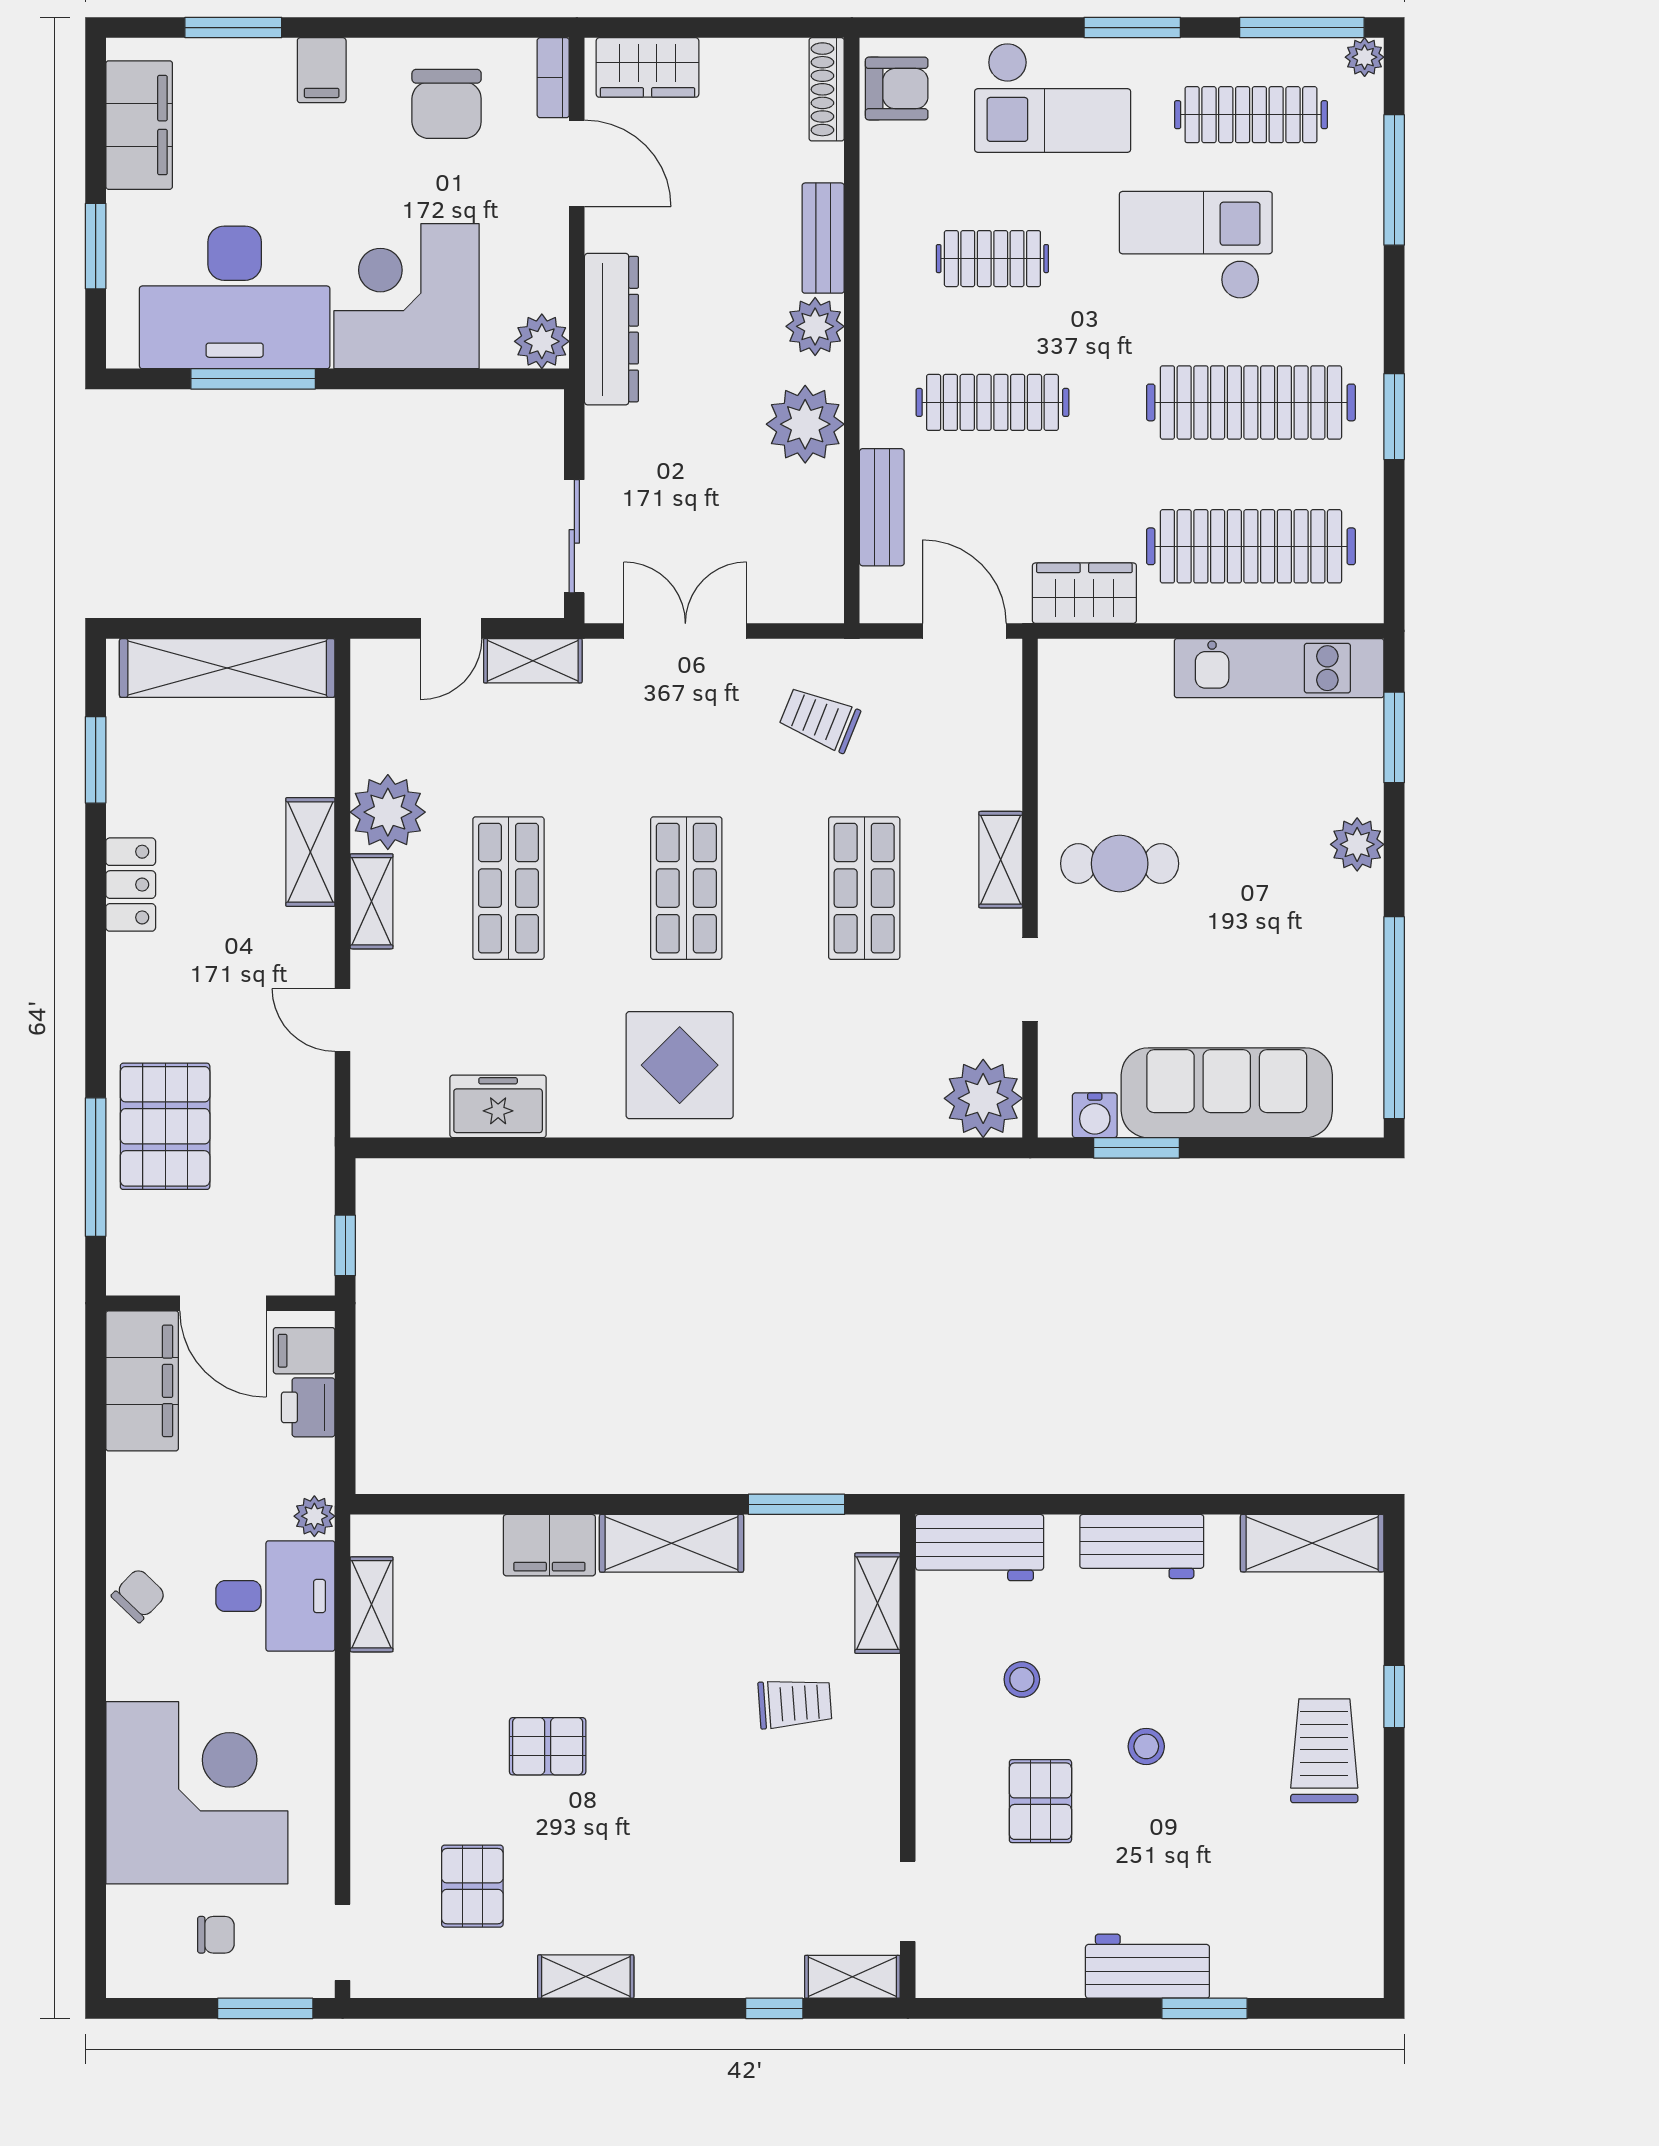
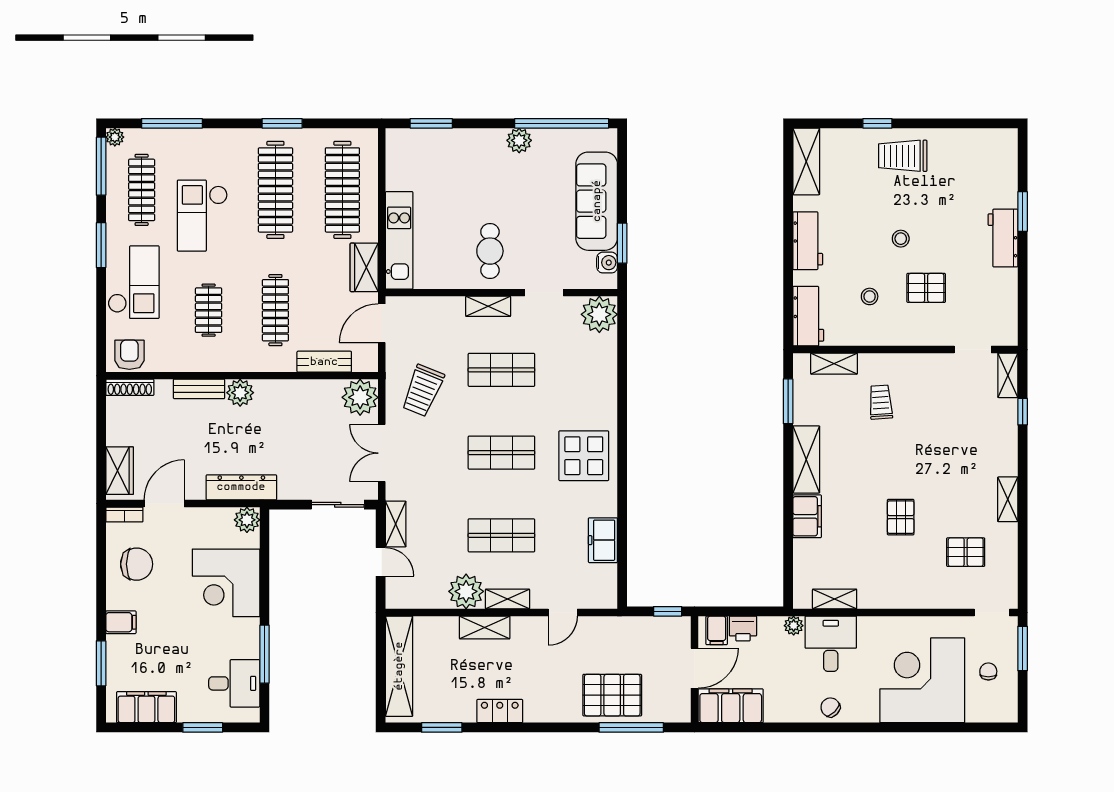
desk: (235, 297) -> (234, 683), width x0.53, depth x0.77
plant: (805, 424) -> (360, 397), moved
kitchen unit: (1279, 668) -> (399, 240), moved
trolley: (820, 719) -> (423, 391), width x1.36, depth x1.39
plant: (1357, 844) -> (519, 140), moved

